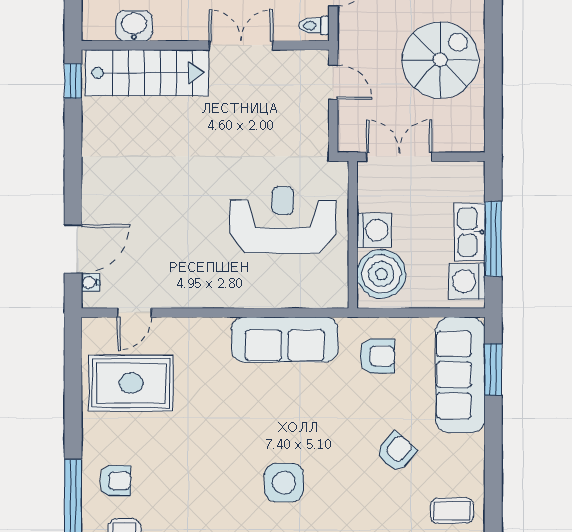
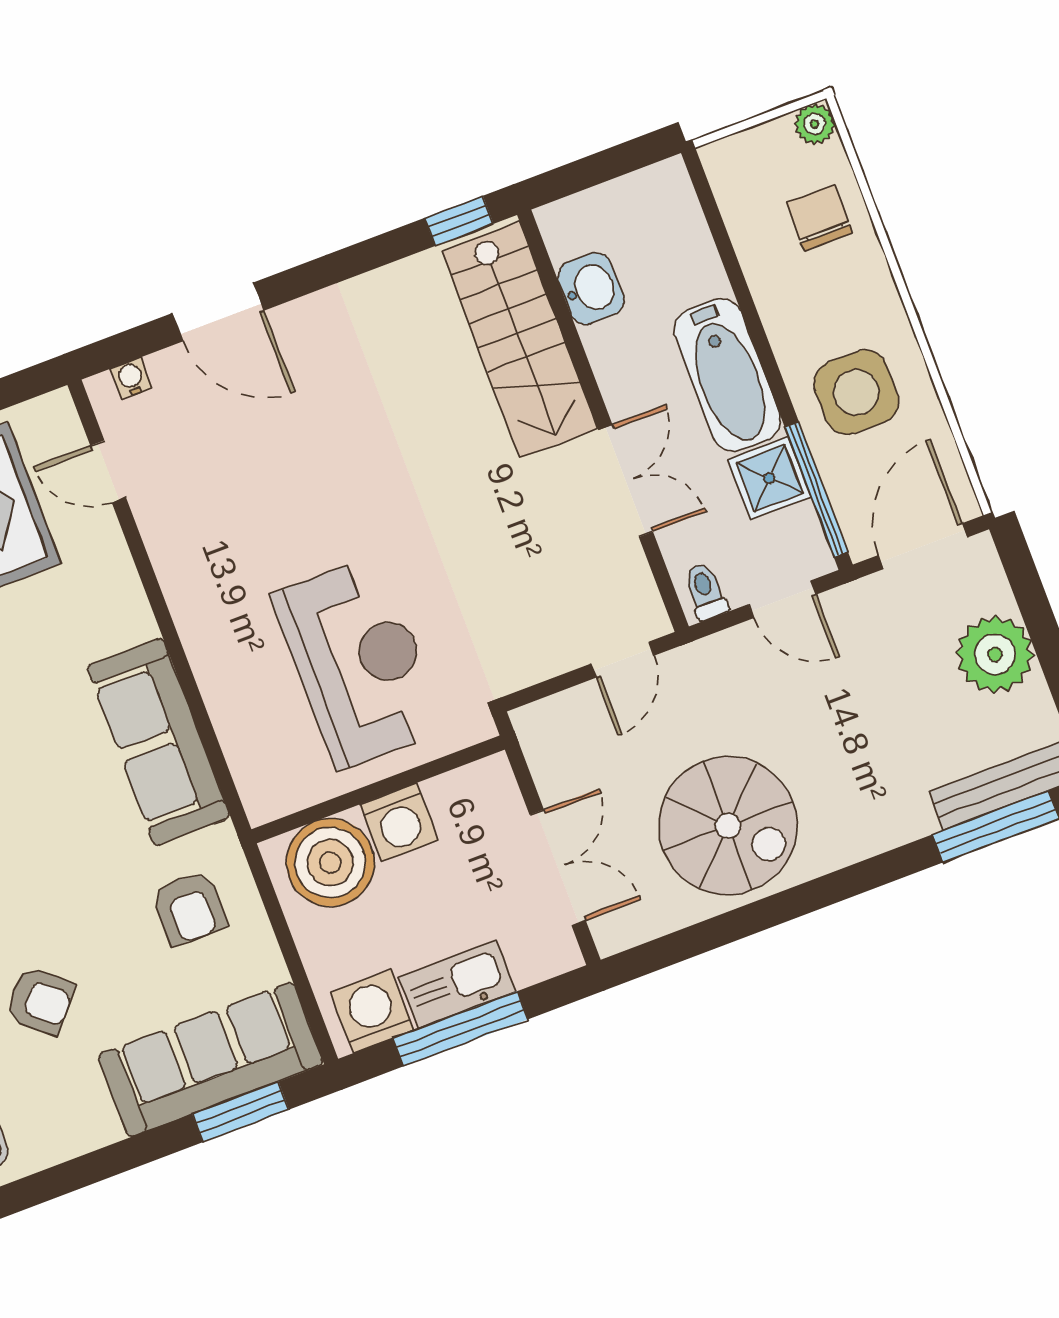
double door: (399, 157) -> (558, 868), moved
door: (73, 249) -> (218, 312), moved

